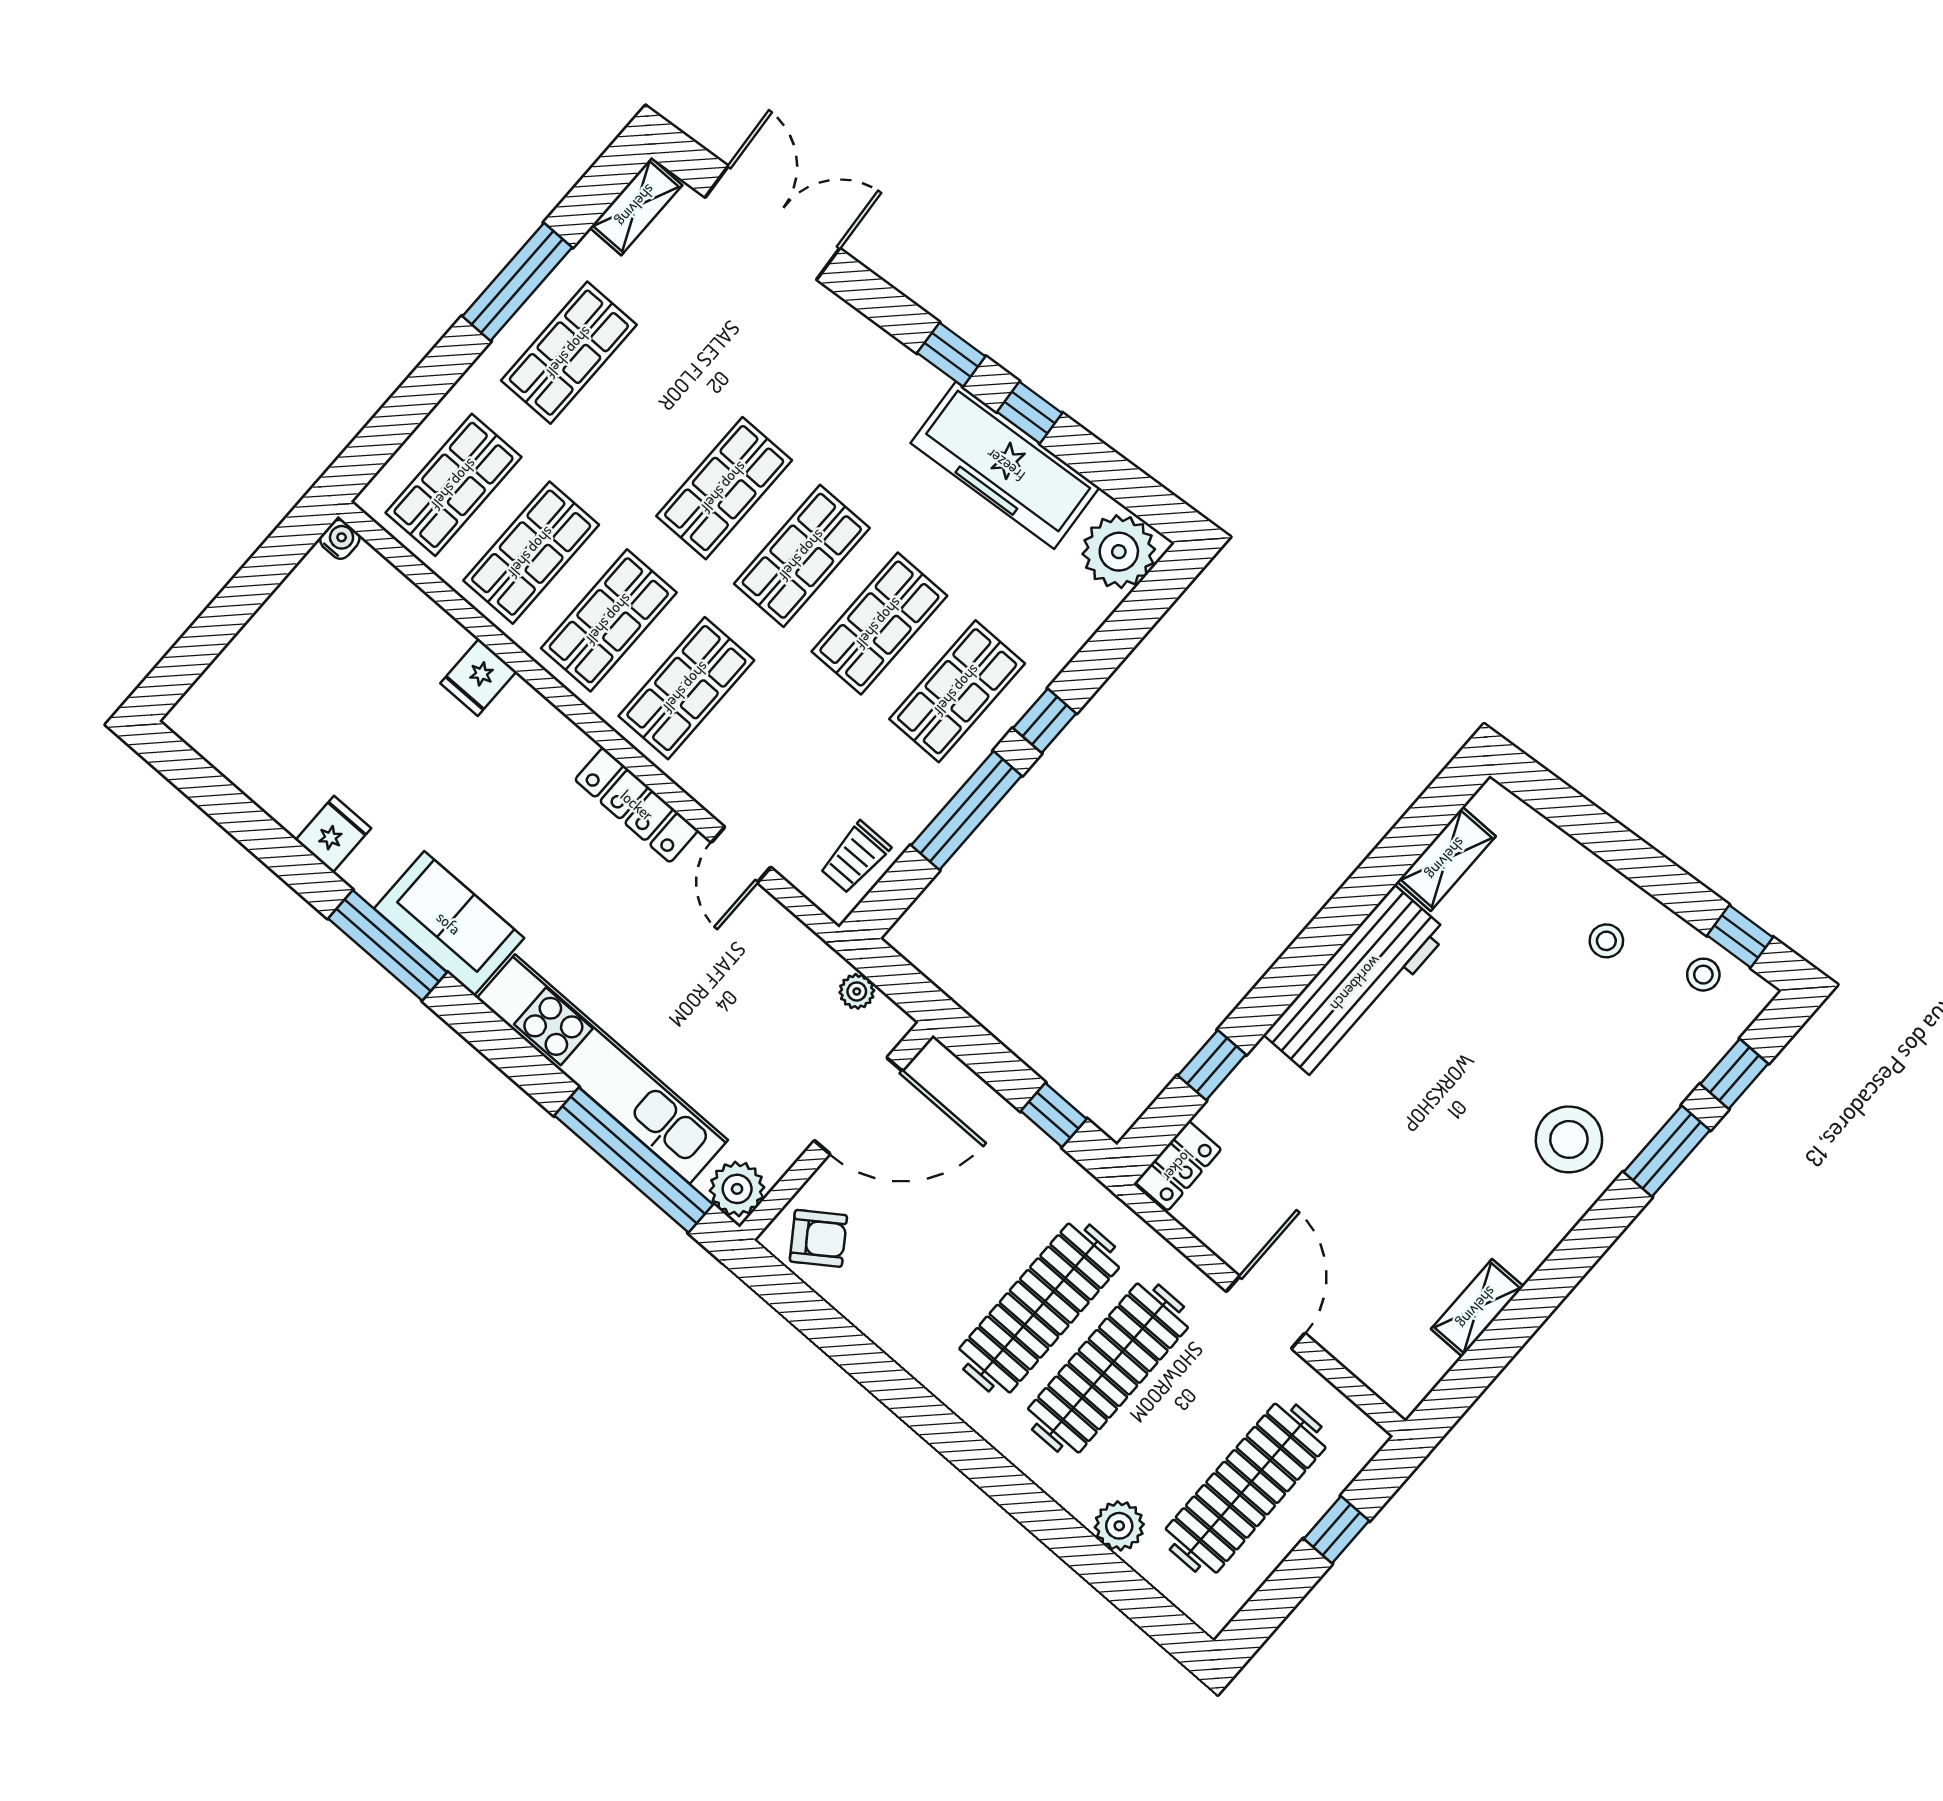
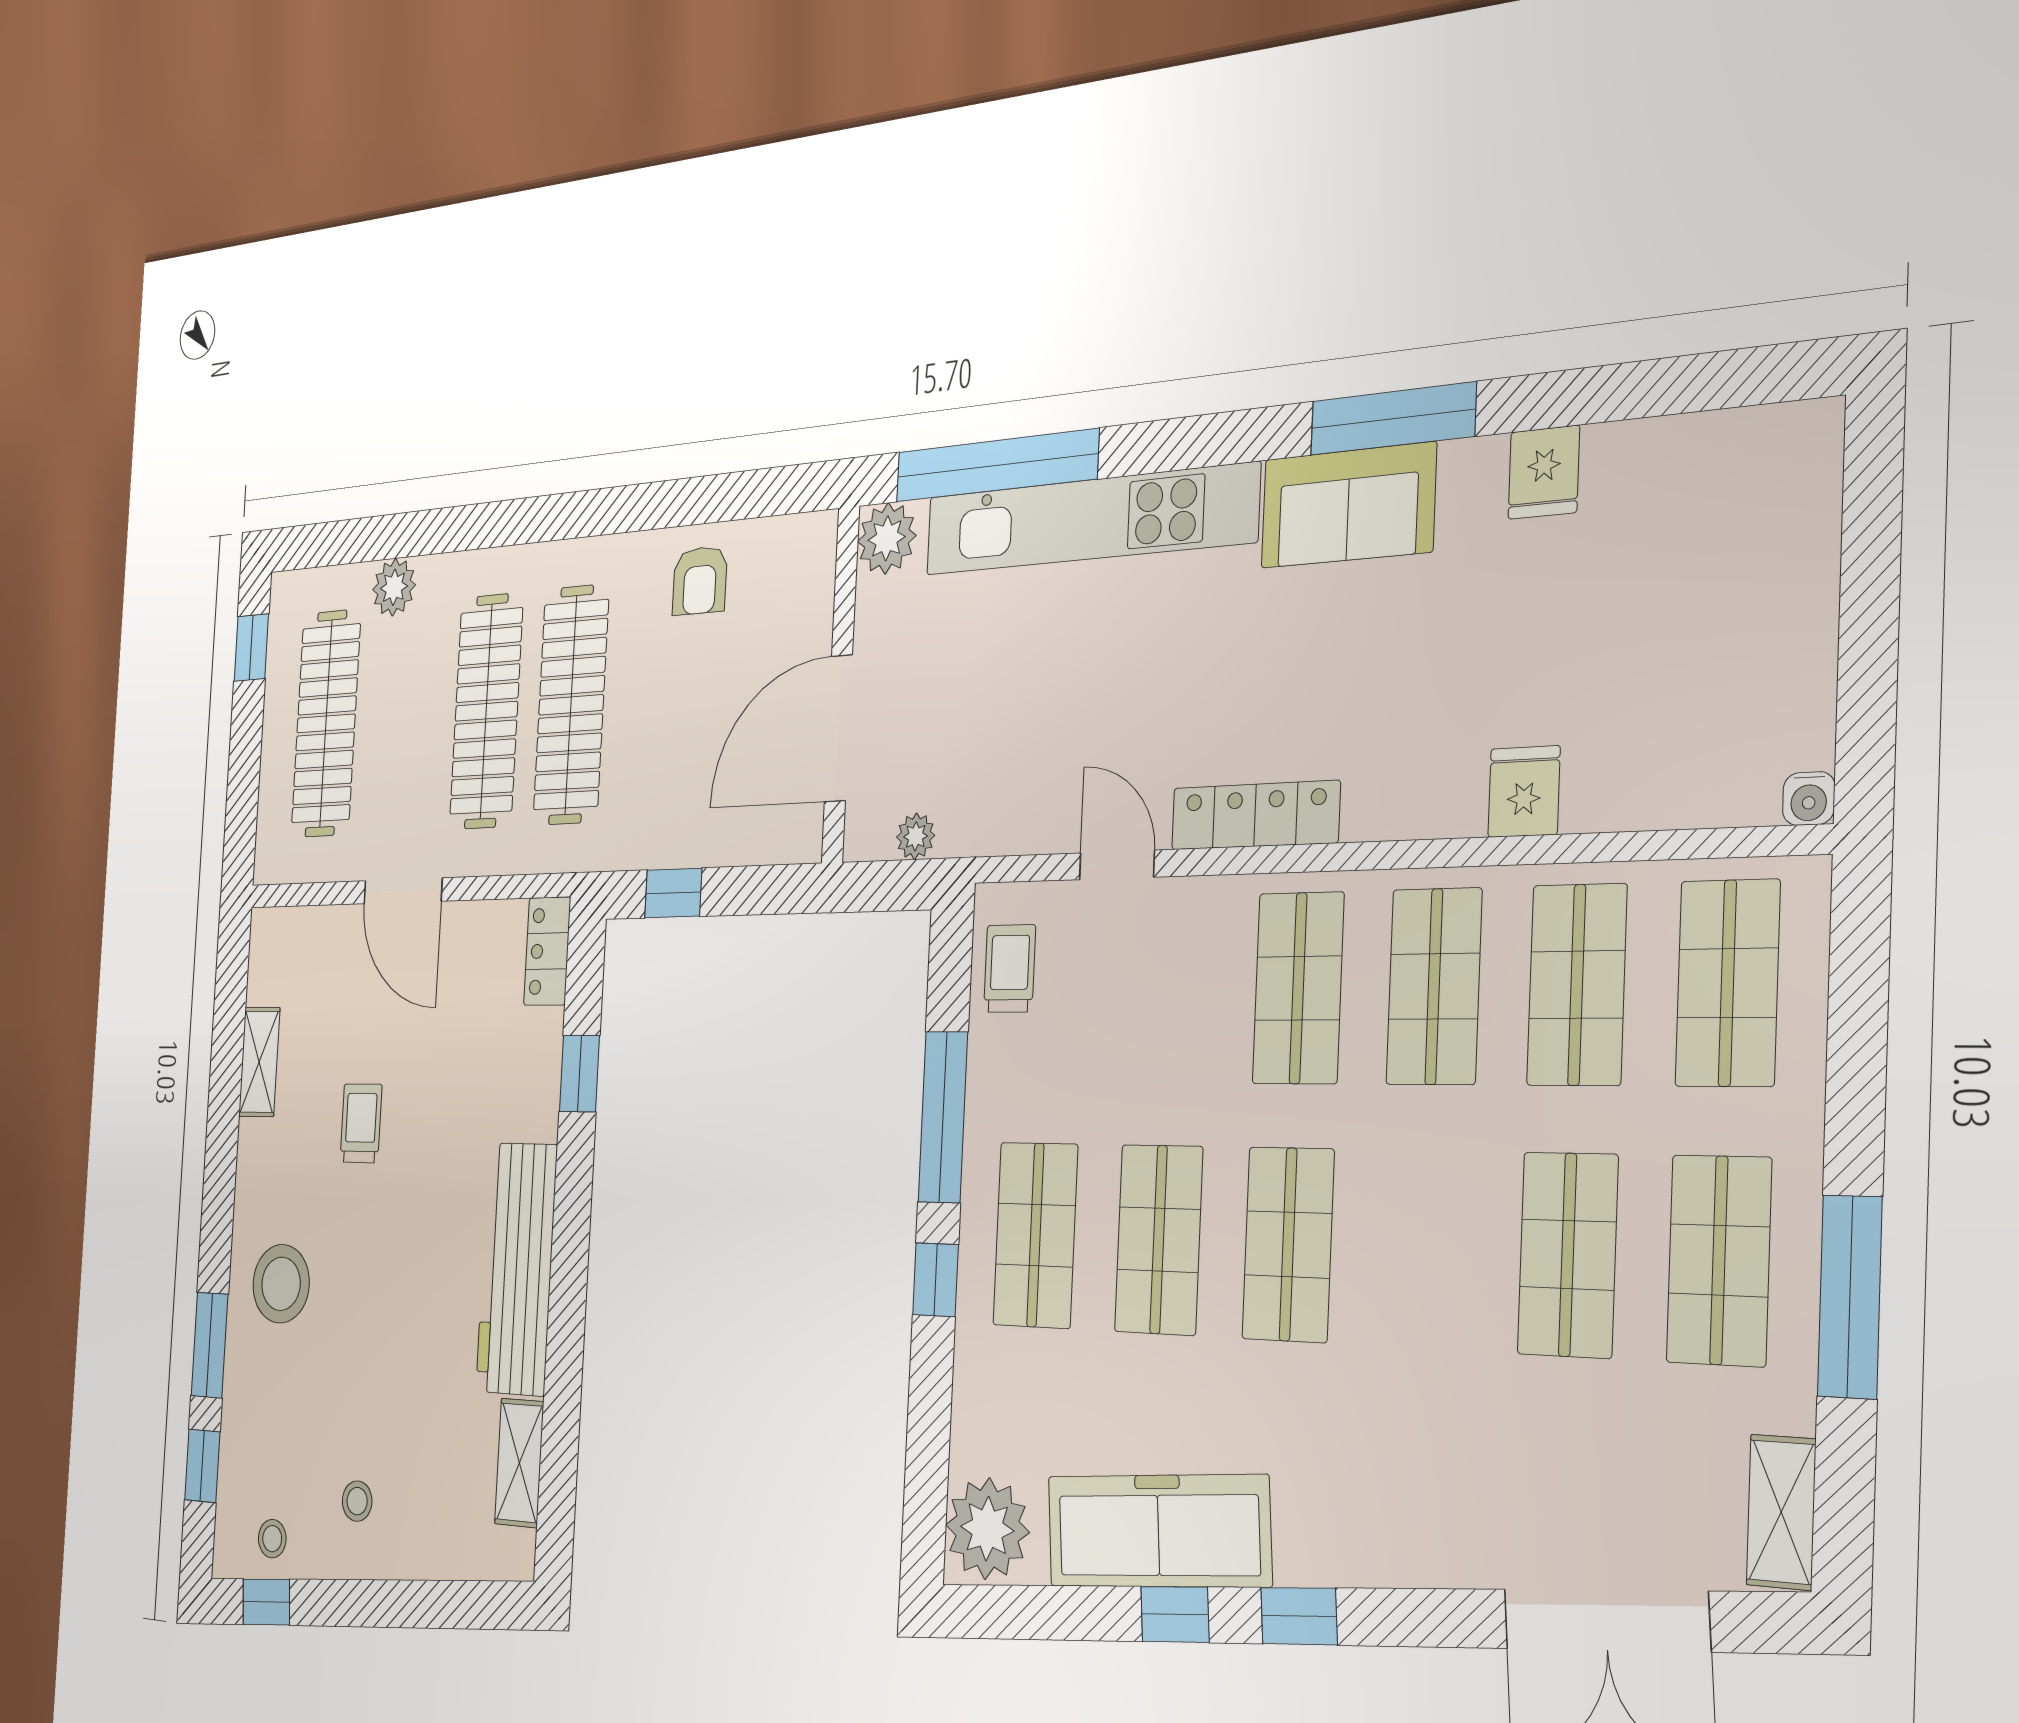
shop shelf: (724, 488) -> (1568, 1255), moved
trolley: (1417, 1188) -> (361, 1123), added
armchair: (818, 1238) -> (700, 581), moved, turned -55
window: (1336, 1530) -> (251, 648), moved

